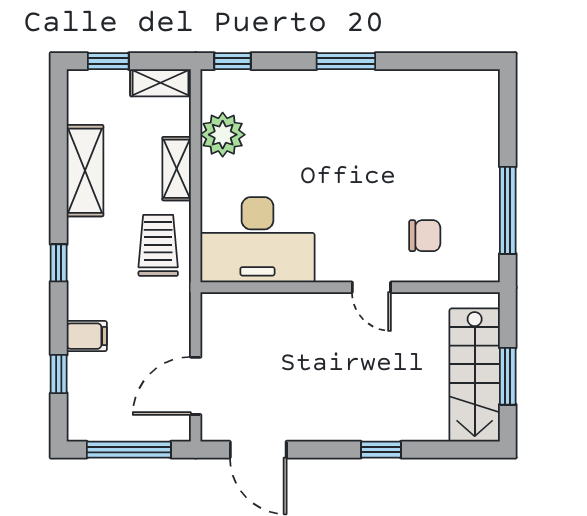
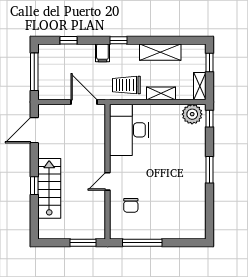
plant: (223, 135) -> (192, 114), moved
trolley: (158, 245) -> (126, 85), turned 180
filing cabinet: (87, 336) -> (102, 53), moved
stairs: (475, 375) -> (49, 188), moved, turned 90
window: (508, 376) -> (83, 243), moved
door: (196, 386) -> (84, 102), moved

